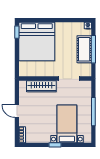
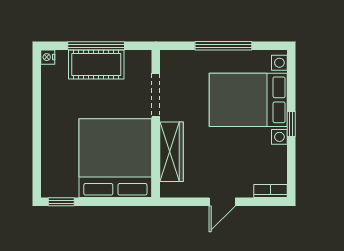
bed: (37, 42) -> (115, 158), moved, turned -90
bed with nightstands: (67, 124) -> (248, 100), width x1.36

